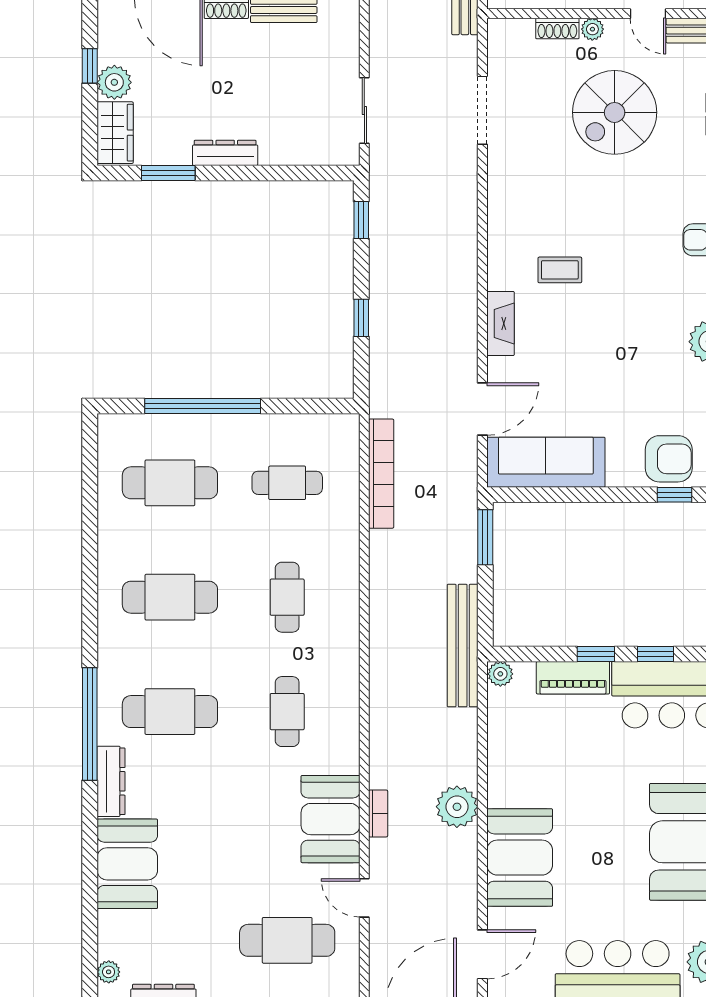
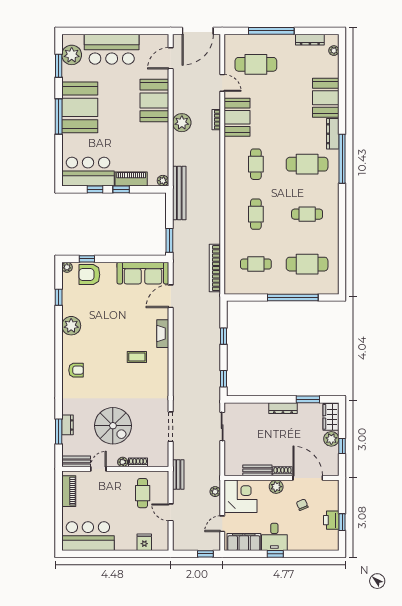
door: (648, 14) -> (98, 469), hinge flipped
spiral stairs: (615, 112) -> (113, 426), turned 90
cafe table: (170, 597) -> (307, 214), width x0.73, depth x0.74

